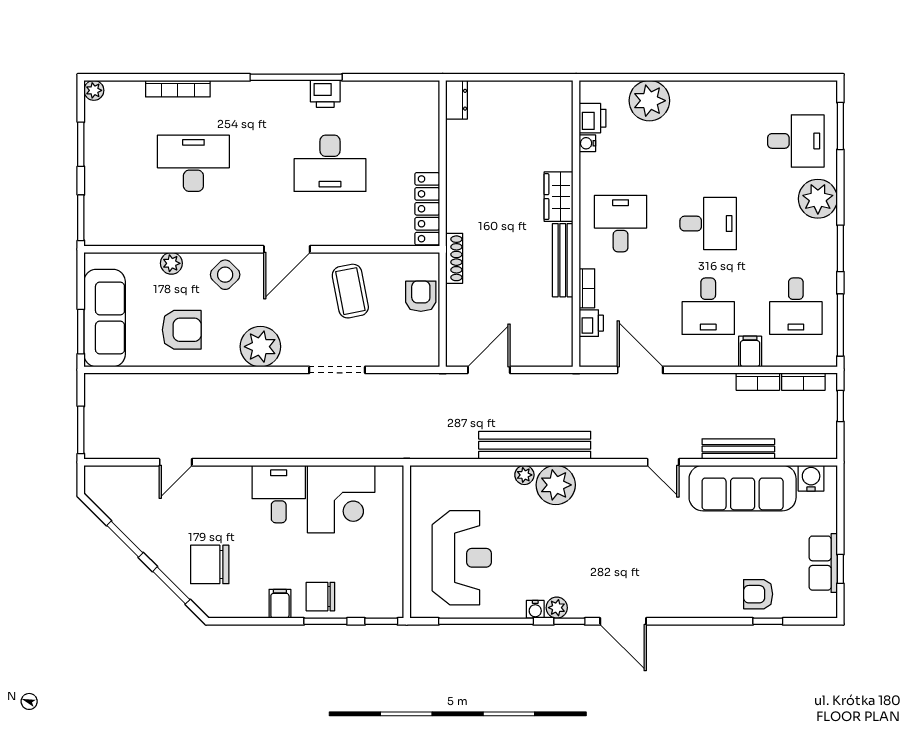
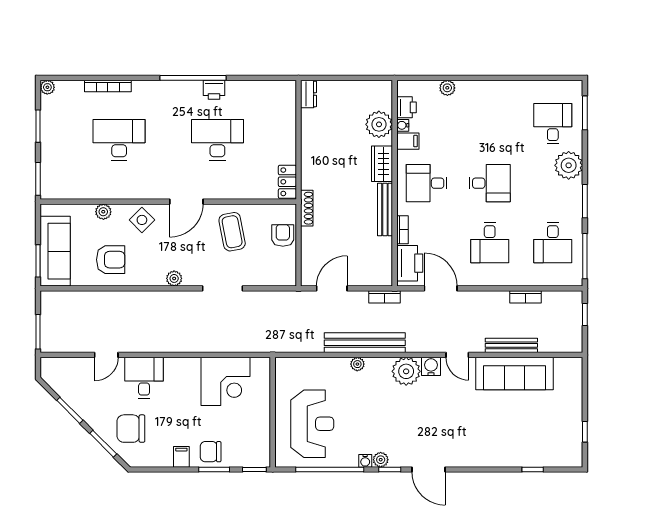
plant: (649, 101) -> (447, 88), width x0.53, depth x0.53
desk: (796, 141) -> (553, 124), turned -90
plant: (554, 142) -> (379, 124), added
desk: (330, 163) -> (217, 140), turned 180
locker: (427, 209) -> (287, 182), width x0.66
desk: (621, 224) -> (427, 183), turned -90
printer: (591, 323) -> (410, 263), width x1.87, depth x1.48
plant: (260, 347) -> (174, 278), width x0.53, depth x0.53
filing cabinet: (750, 351) -> (408, 141), moved, turned 90
bookcase: (803, 382) -> (384, 297), moved
water cooler: (811, 478) -> (431, 366), moved
plant: (556, 485) -> (406, 371), moved
desk: (279, 494) -> (144, 378), moved
row of seats: (823, 563) -> (573, 428), removed
armchair: (758, 594) -> (526, 450), removed

